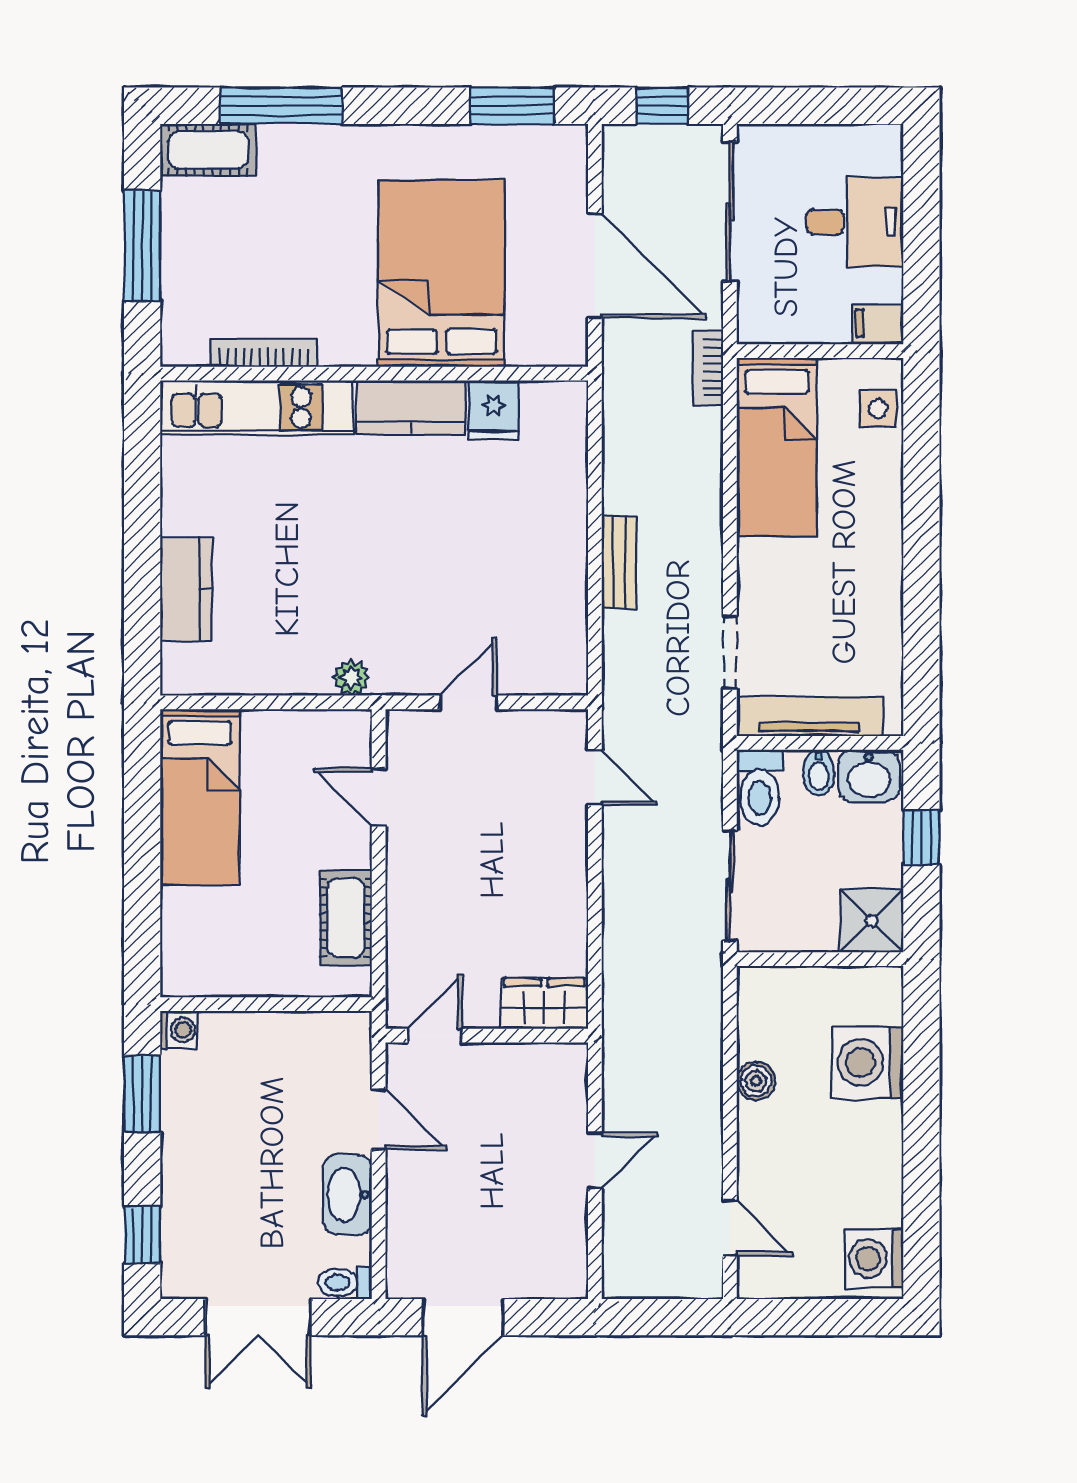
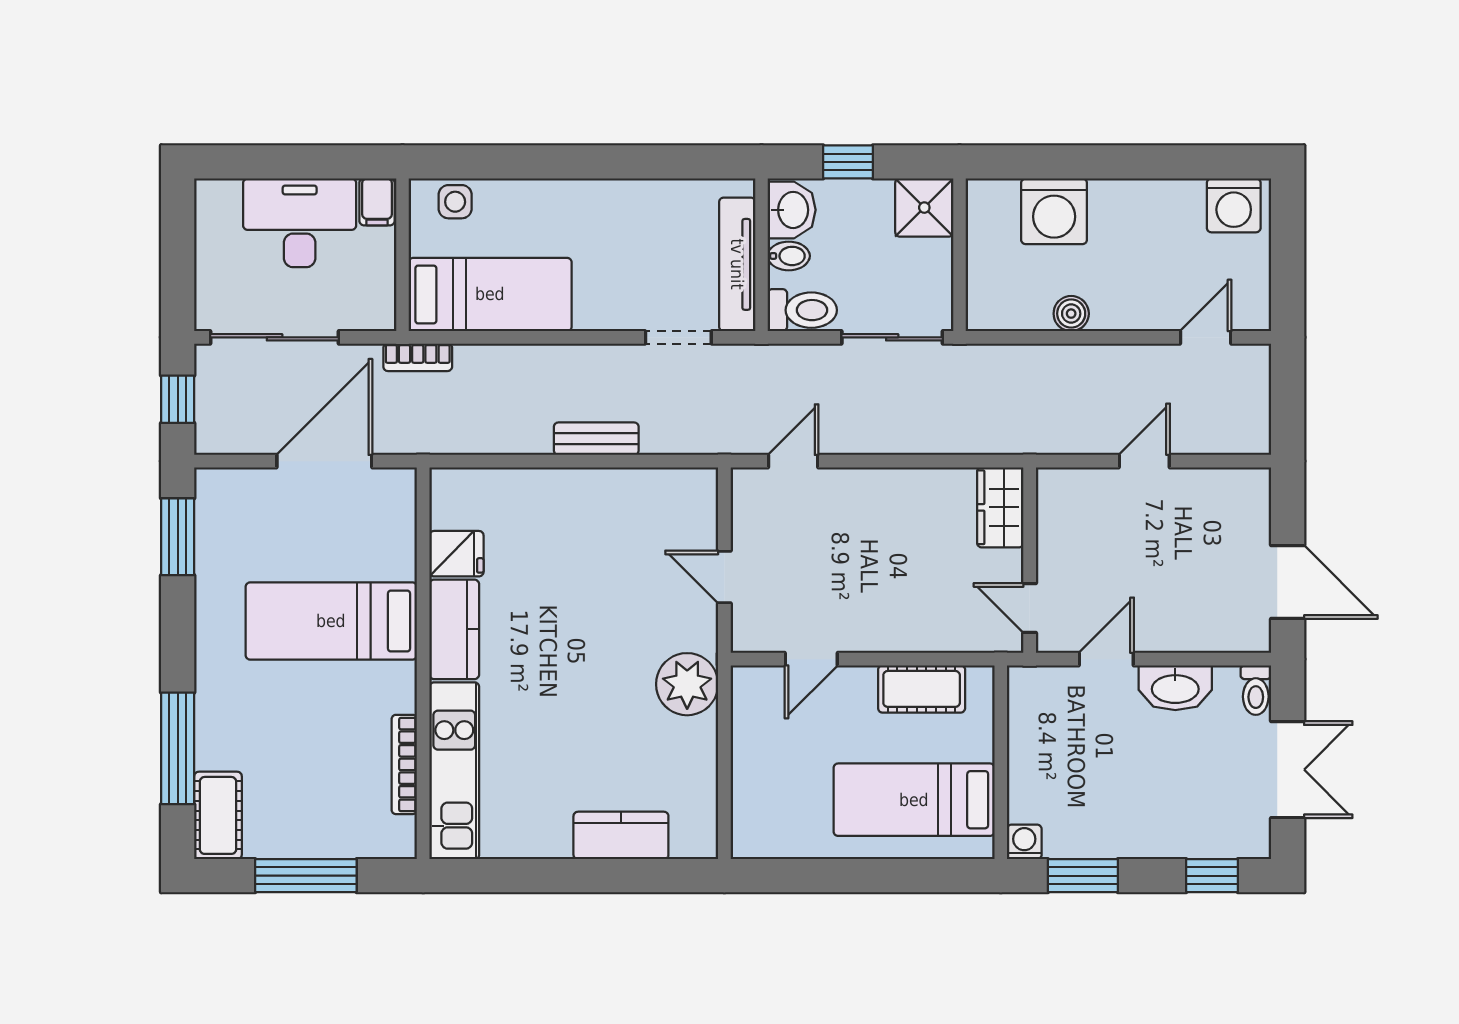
desk: (855, 222) -> (300, 223), width x1.37
bed: (441, 273) -> (331, 621), width x0.67
plant: (351, 678) -> (687, 684), width x1.87, depth x1.87
bed: (200, 797) -> (914, 800), moved, turned 180
door: (595, 1161) -> (1144, 461), hinge flipped

